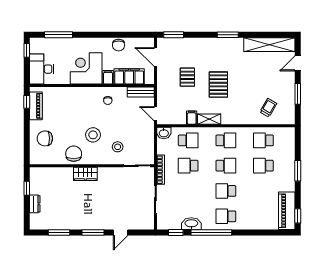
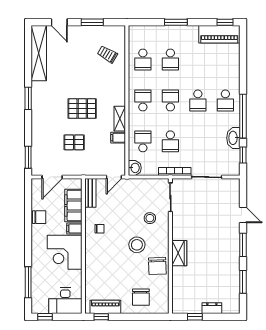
chair: (74, 154) -> (157, 266), turned -92

